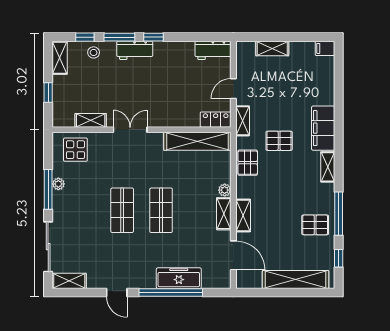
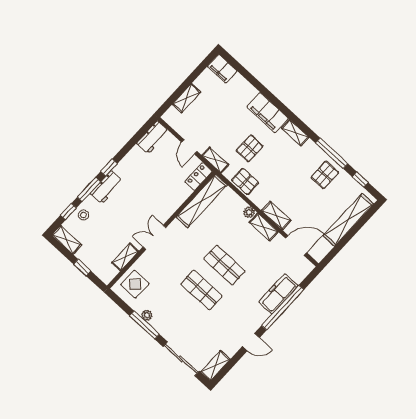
filing cabinet: (325, 48) -> (222, 69), width x2.00

